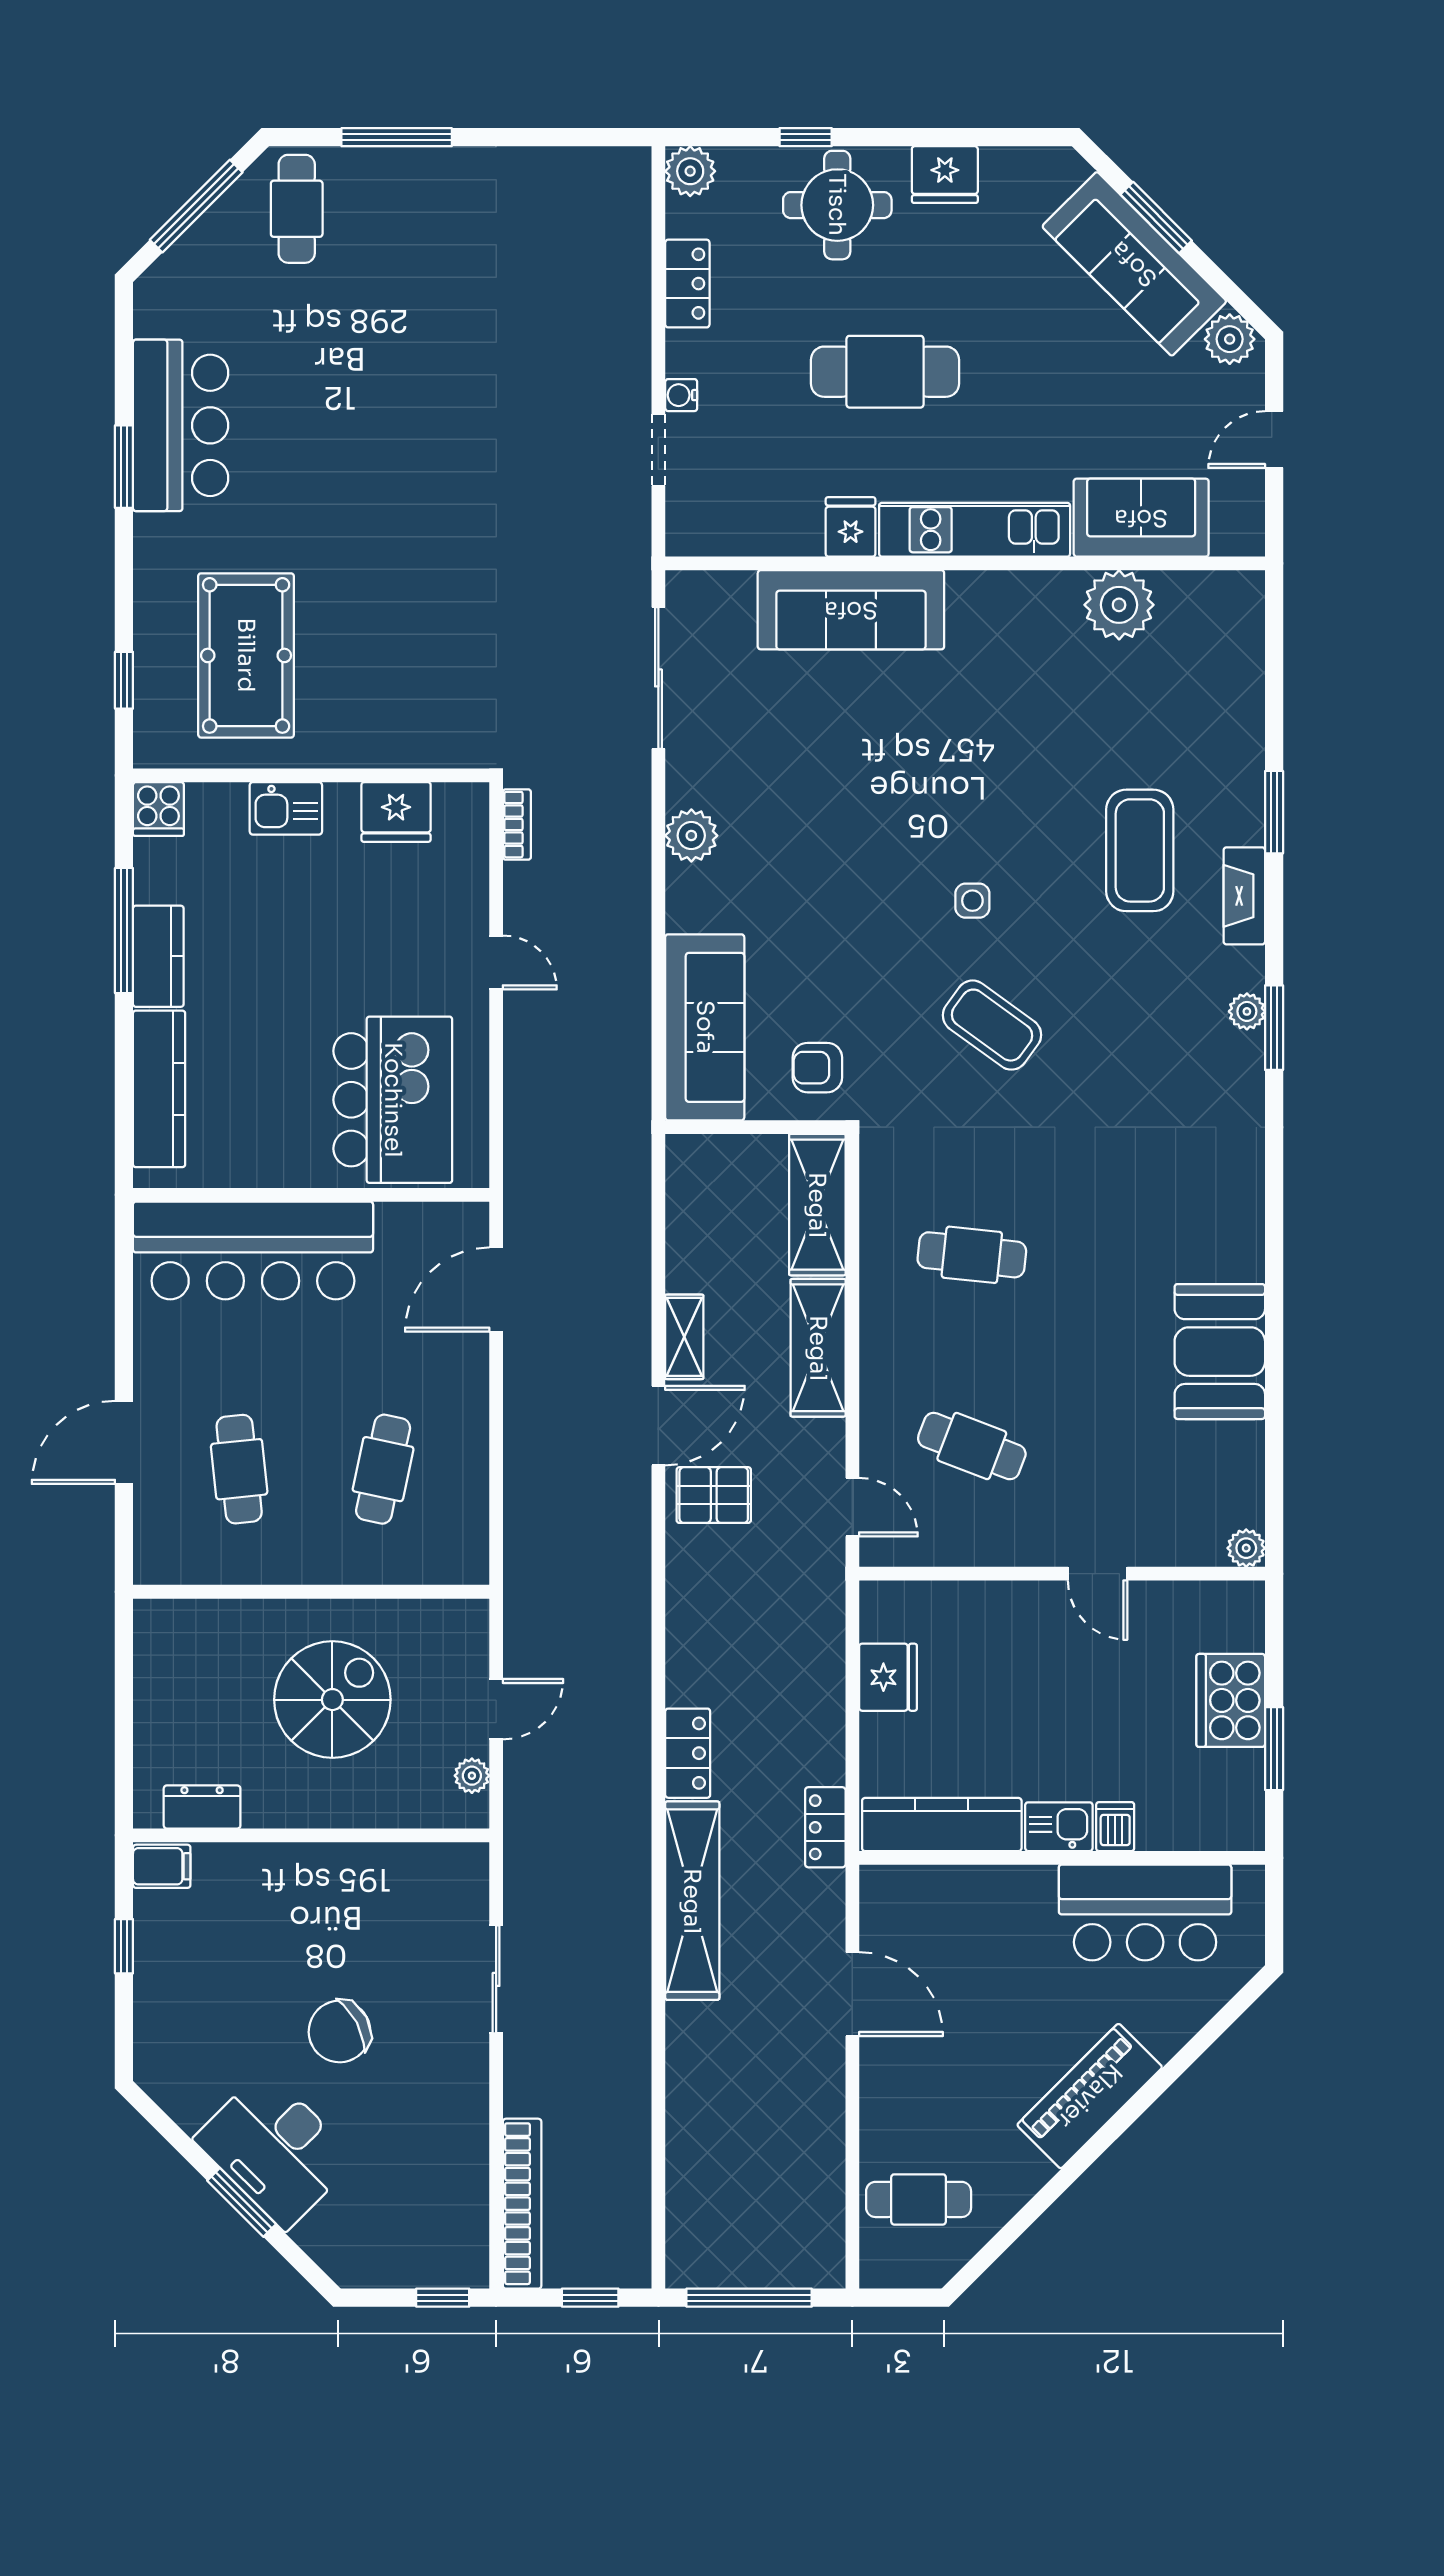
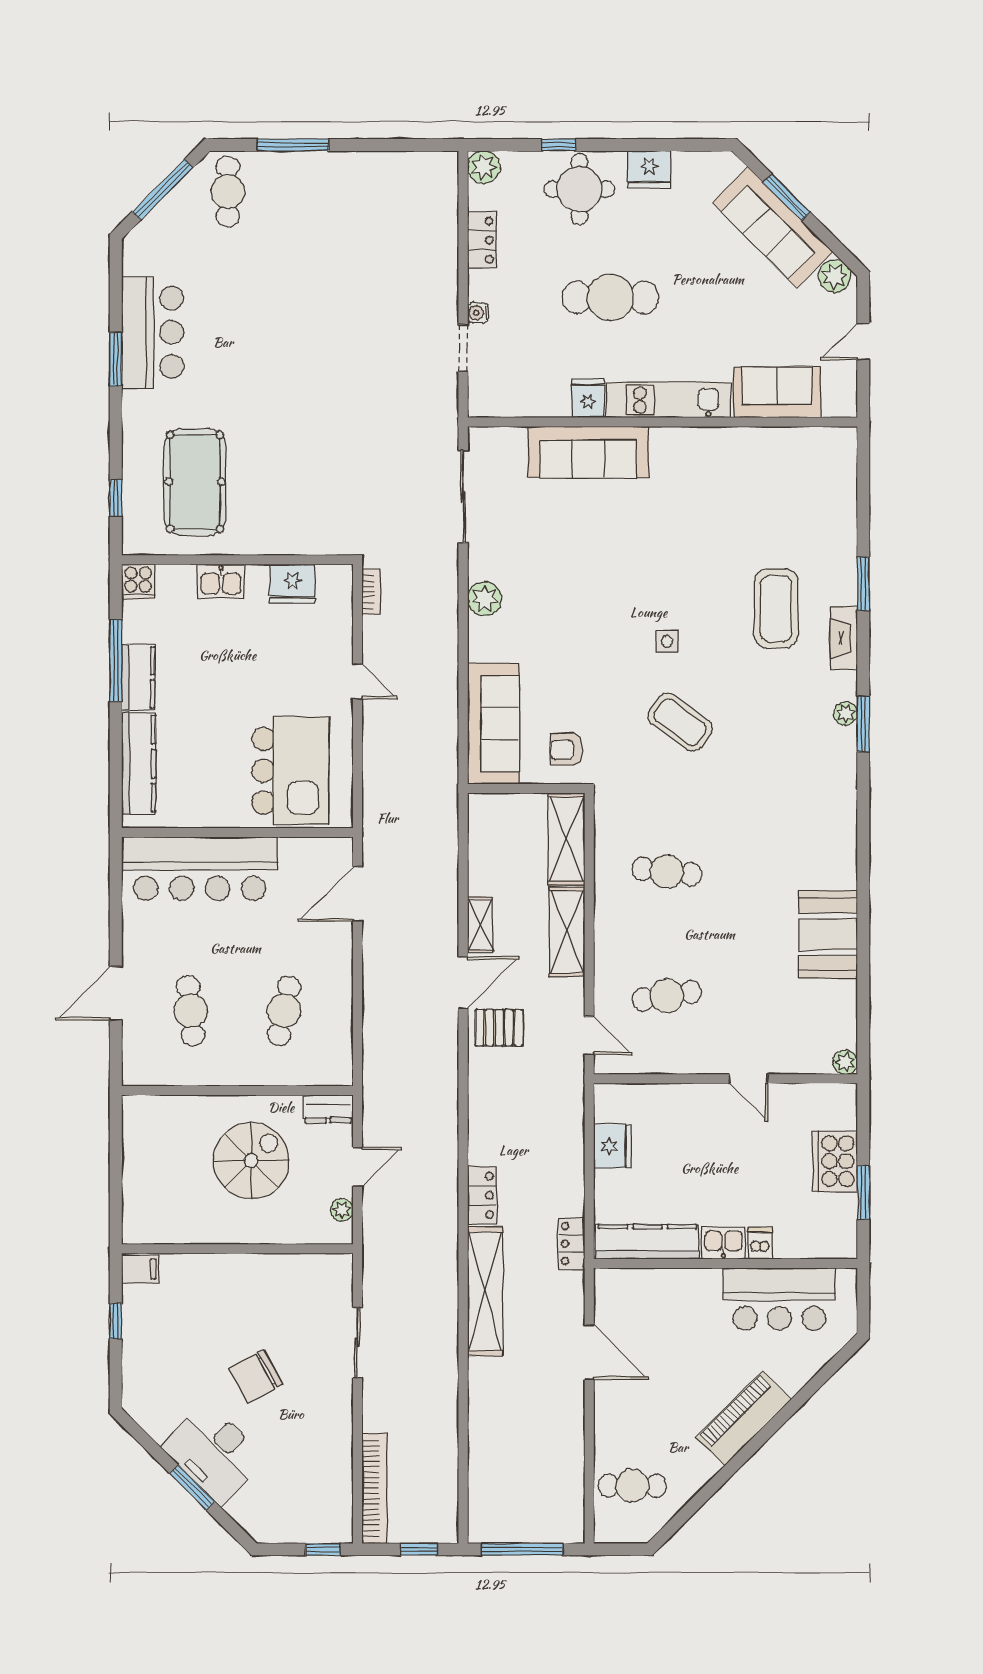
plant: (1119, 605) -> (763, 449), removed
cafe table: (972, 1446) -> (667, 996), turned -30
dresser: (202, 1807) -> (328, 1109), moved, turned 180

